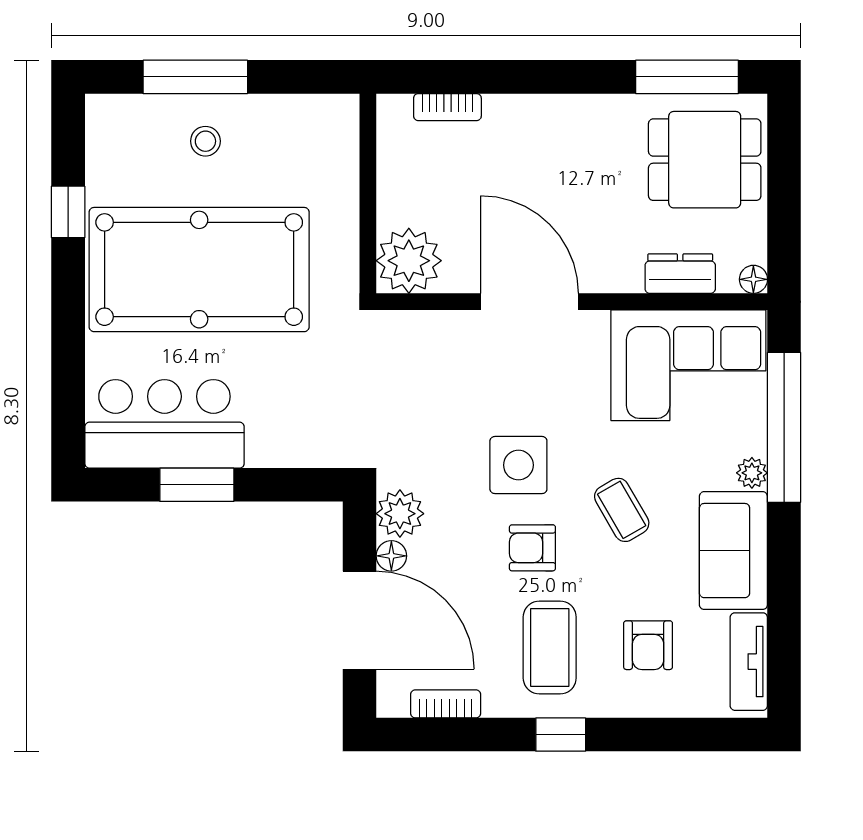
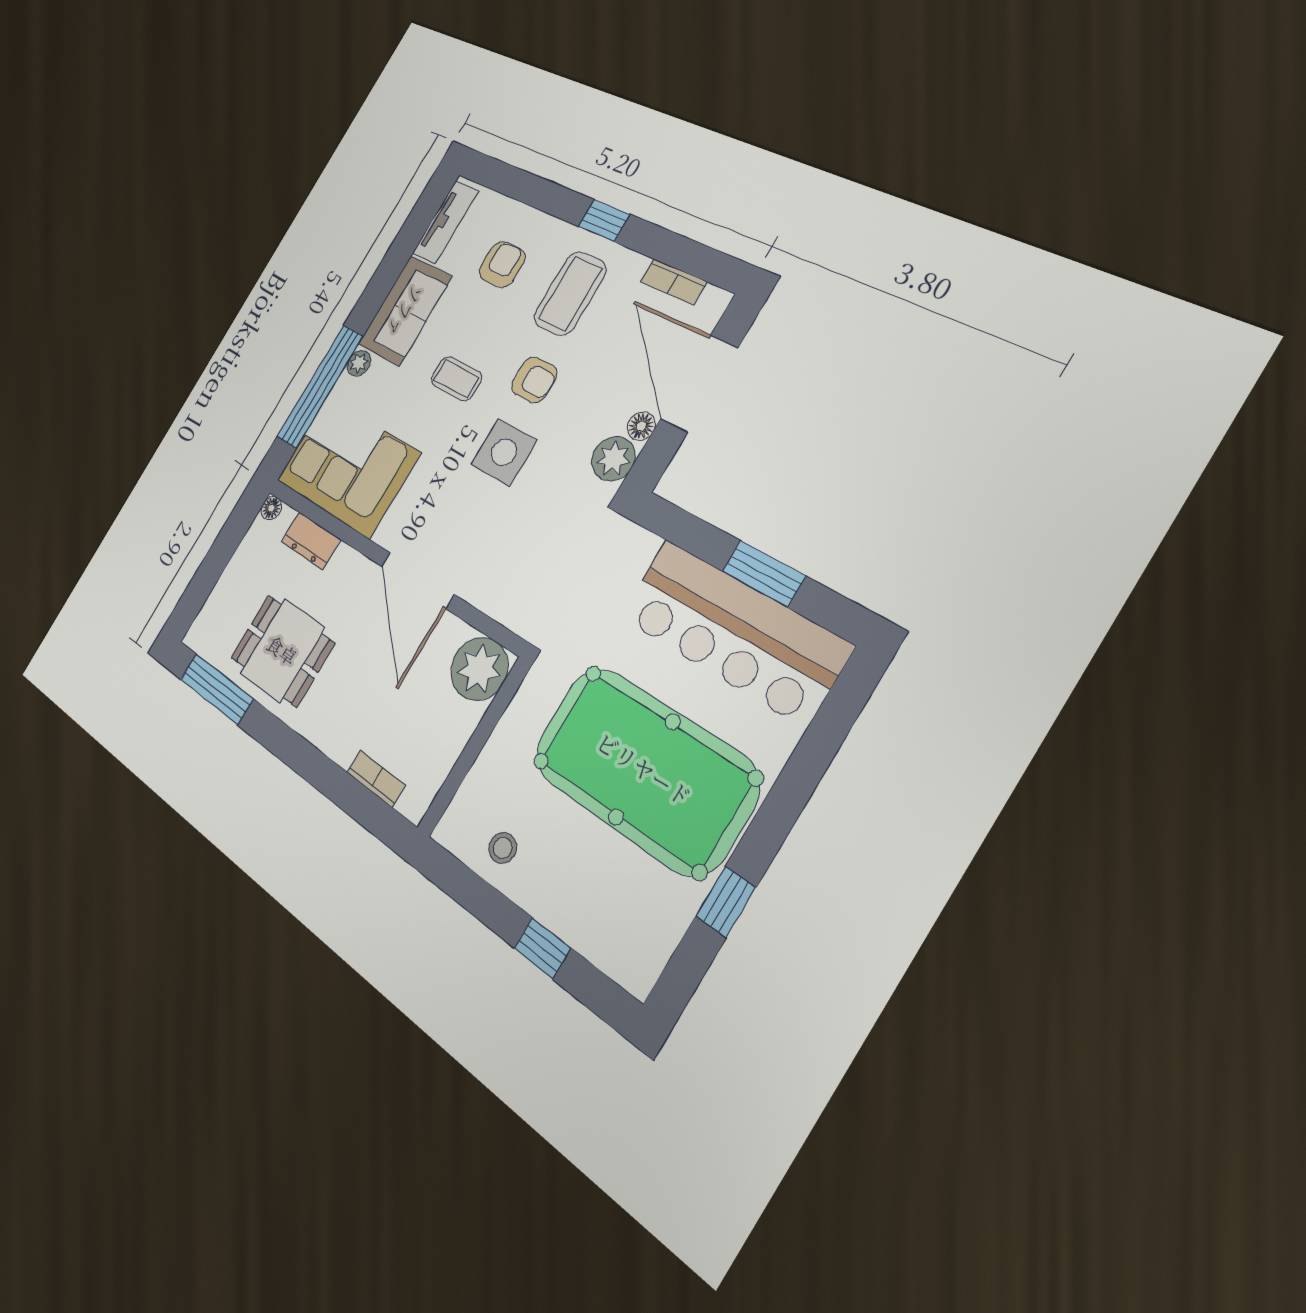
window: (195, 77) -> (542, 948), width x0.46
stool: (205, 141) -> (503, 848), moved
dining table: (705, 160) -> (282, 650), moved
bar counter: (164, 424) -> (733, 631), width x1.36
coffee table: (622, 510) -> (456, 379), turned -60

